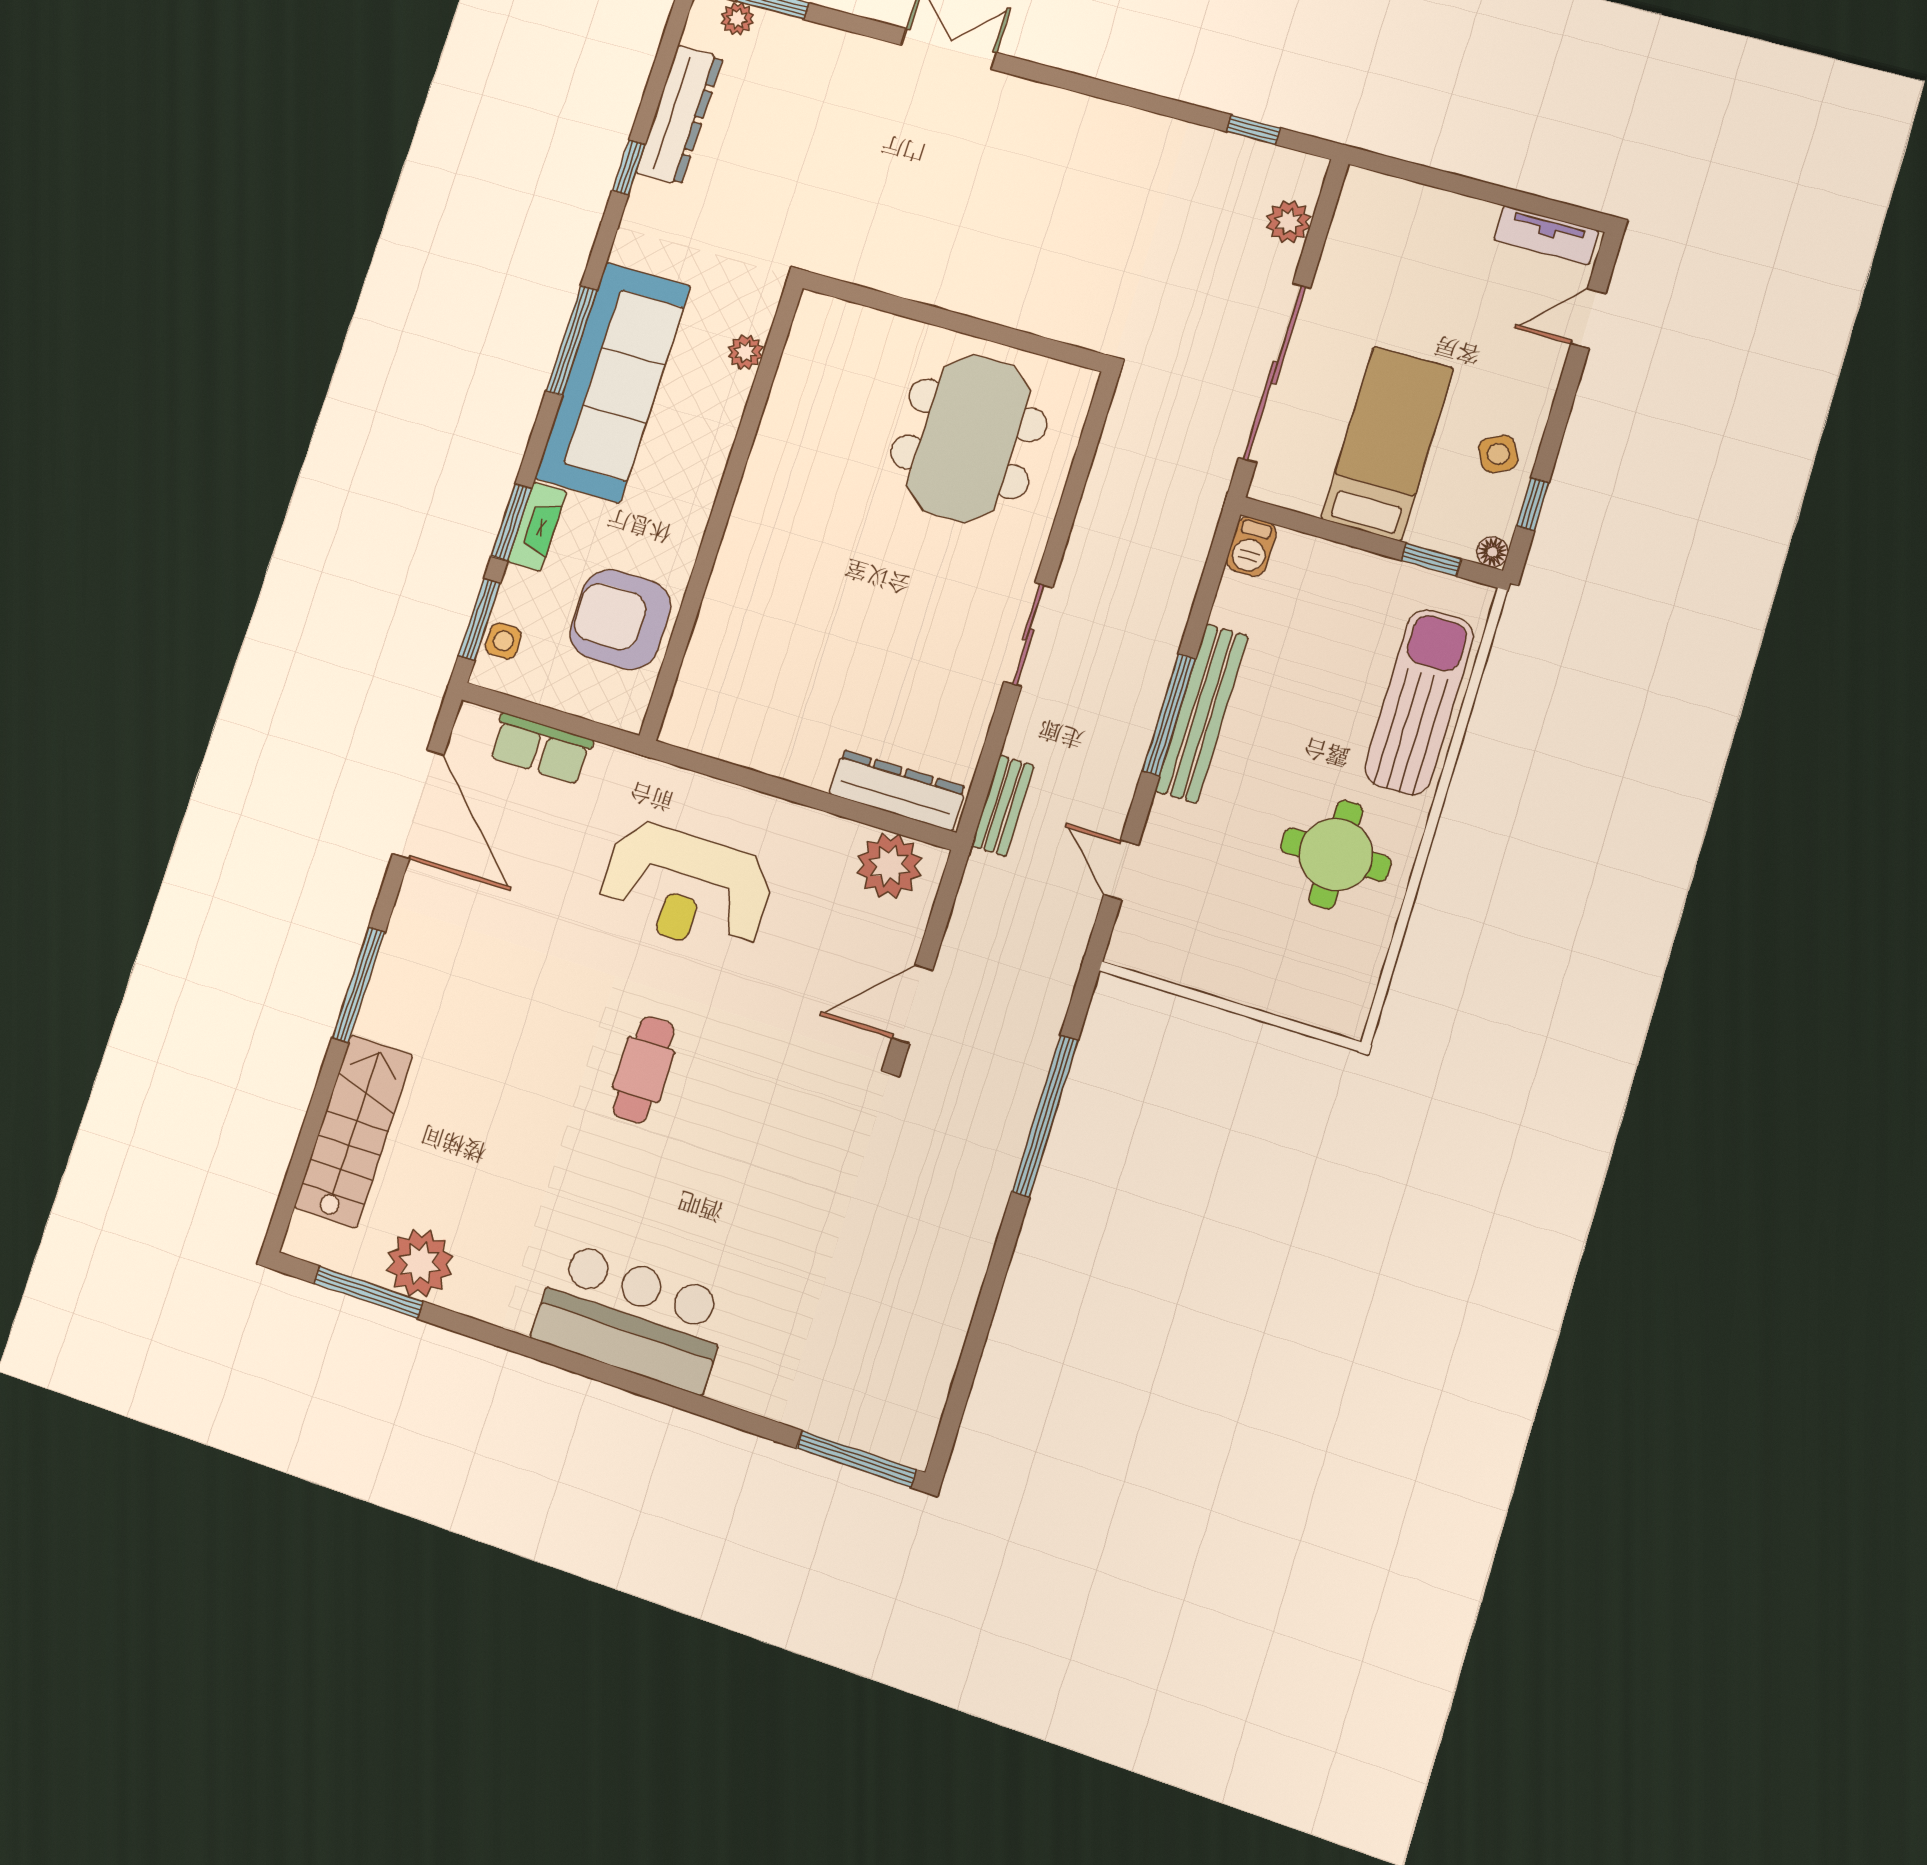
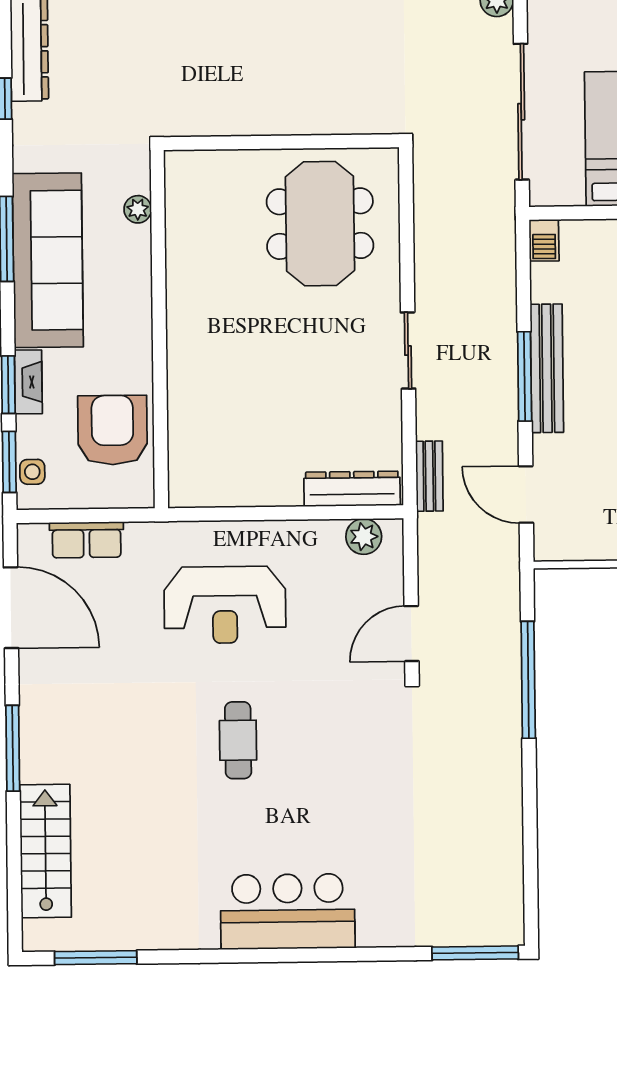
armchair: (620, 620) -> (112, 430), turned 90
plant: (889, 866) -> (364, 537), width x0.73, depth x0.73
door: (1121, 870) -> (526, 495), width x1.38
plant: (420, 1263) -> (125, 925), removed

